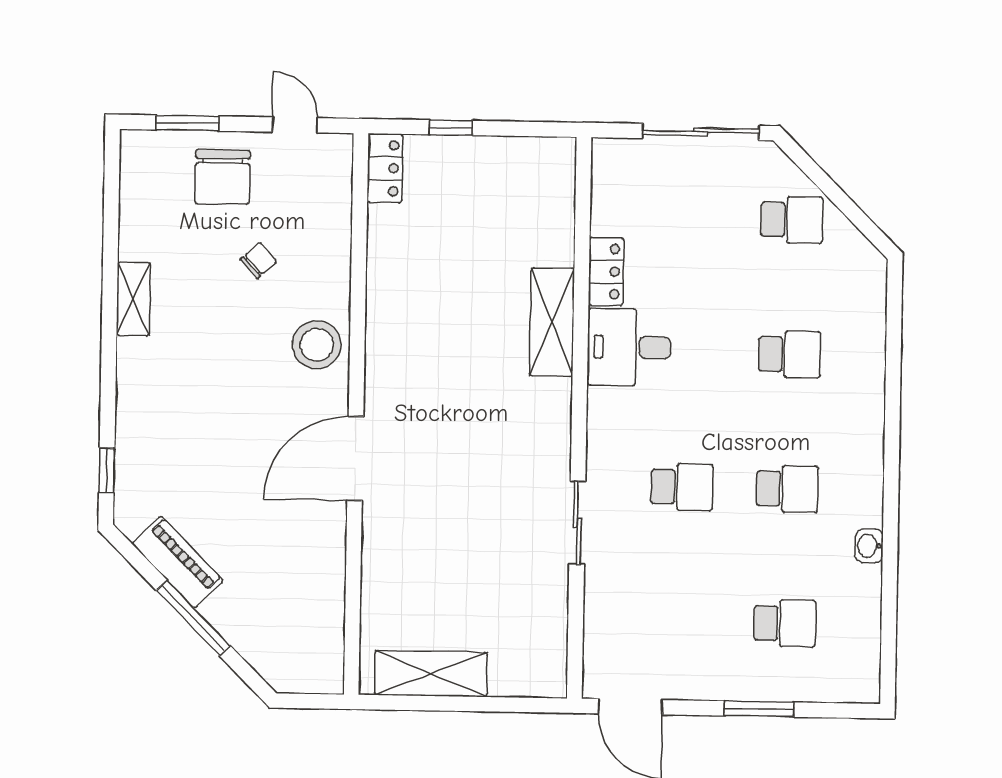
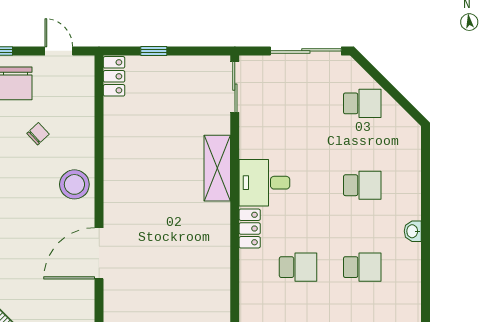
locker: (606, 271) -> (250, 229), moved
sliding door: (577, 523) -> (235, 87), moved
washbasin: (869, 546) -> (413, 231), moved

